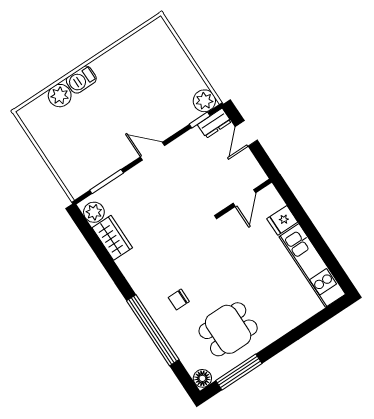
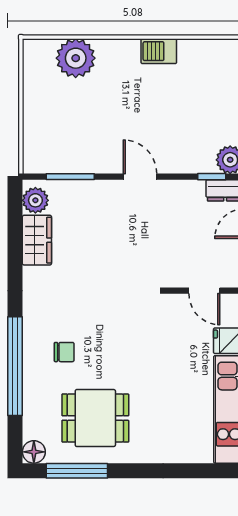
barbecue: (81, 80) -> (159, 51), moved
plant: (60, 96) -> (76, 58), width x1.36, depth x1.36
door: (244, 198) -> (204, 291), hinge flipped
chair: (179, 300) -> (64, 352), turned 180

